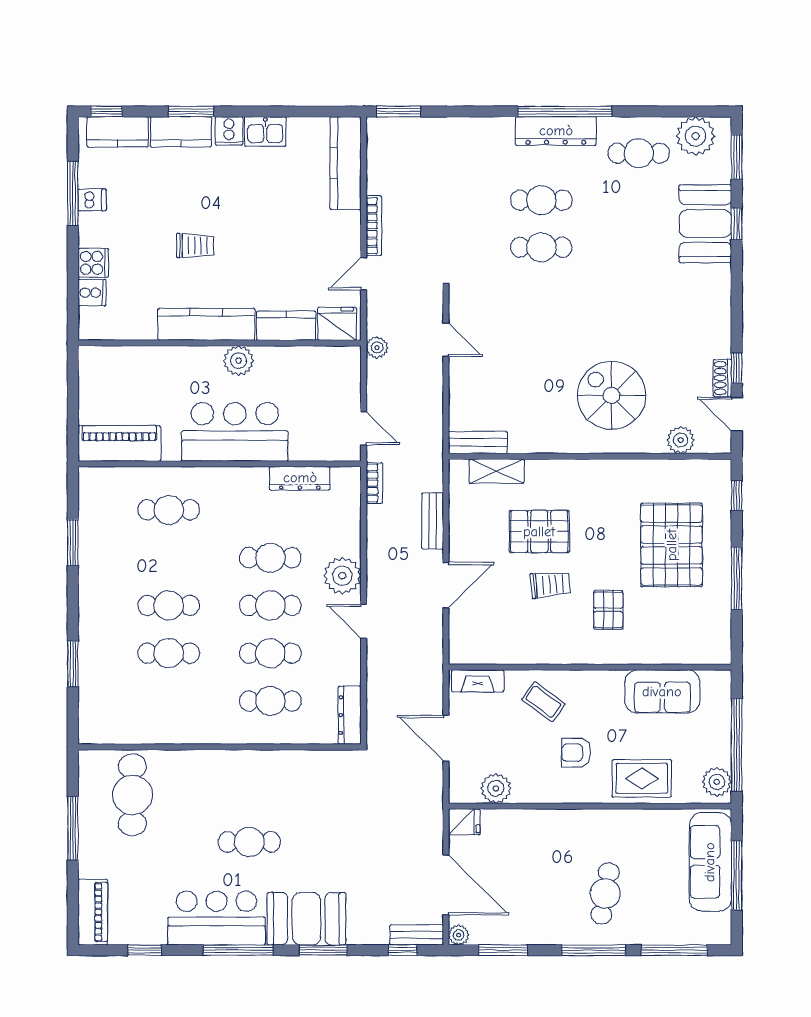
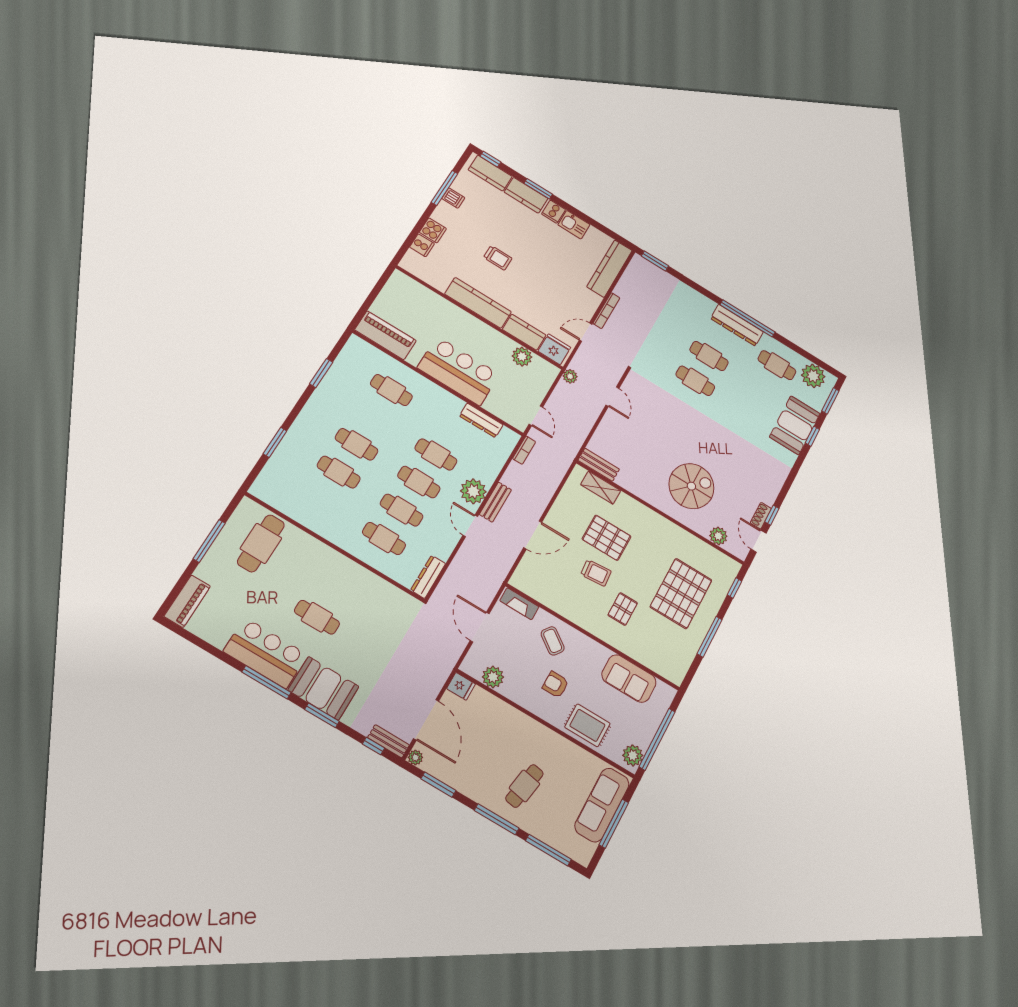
plant: (239, 361) -> (522, 357), moved
spiral stairs: (611, 395) -> (691, 486), turned 90
bench: (433, 521) -> (495, 502), moved
window: (145, 950) -> (205, 646), removed

